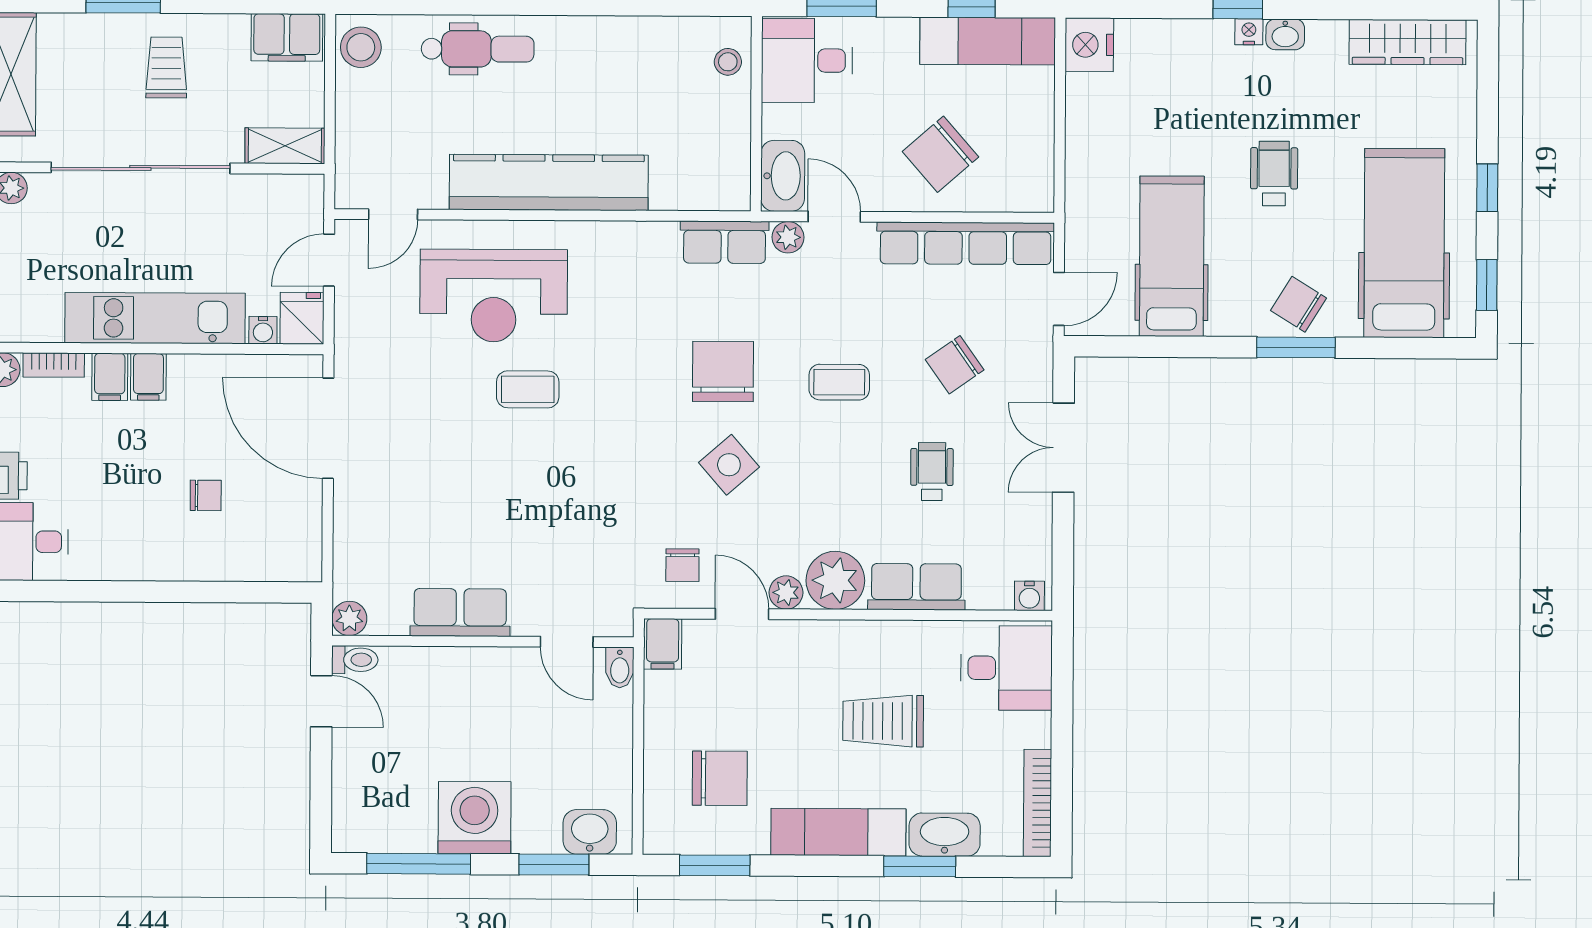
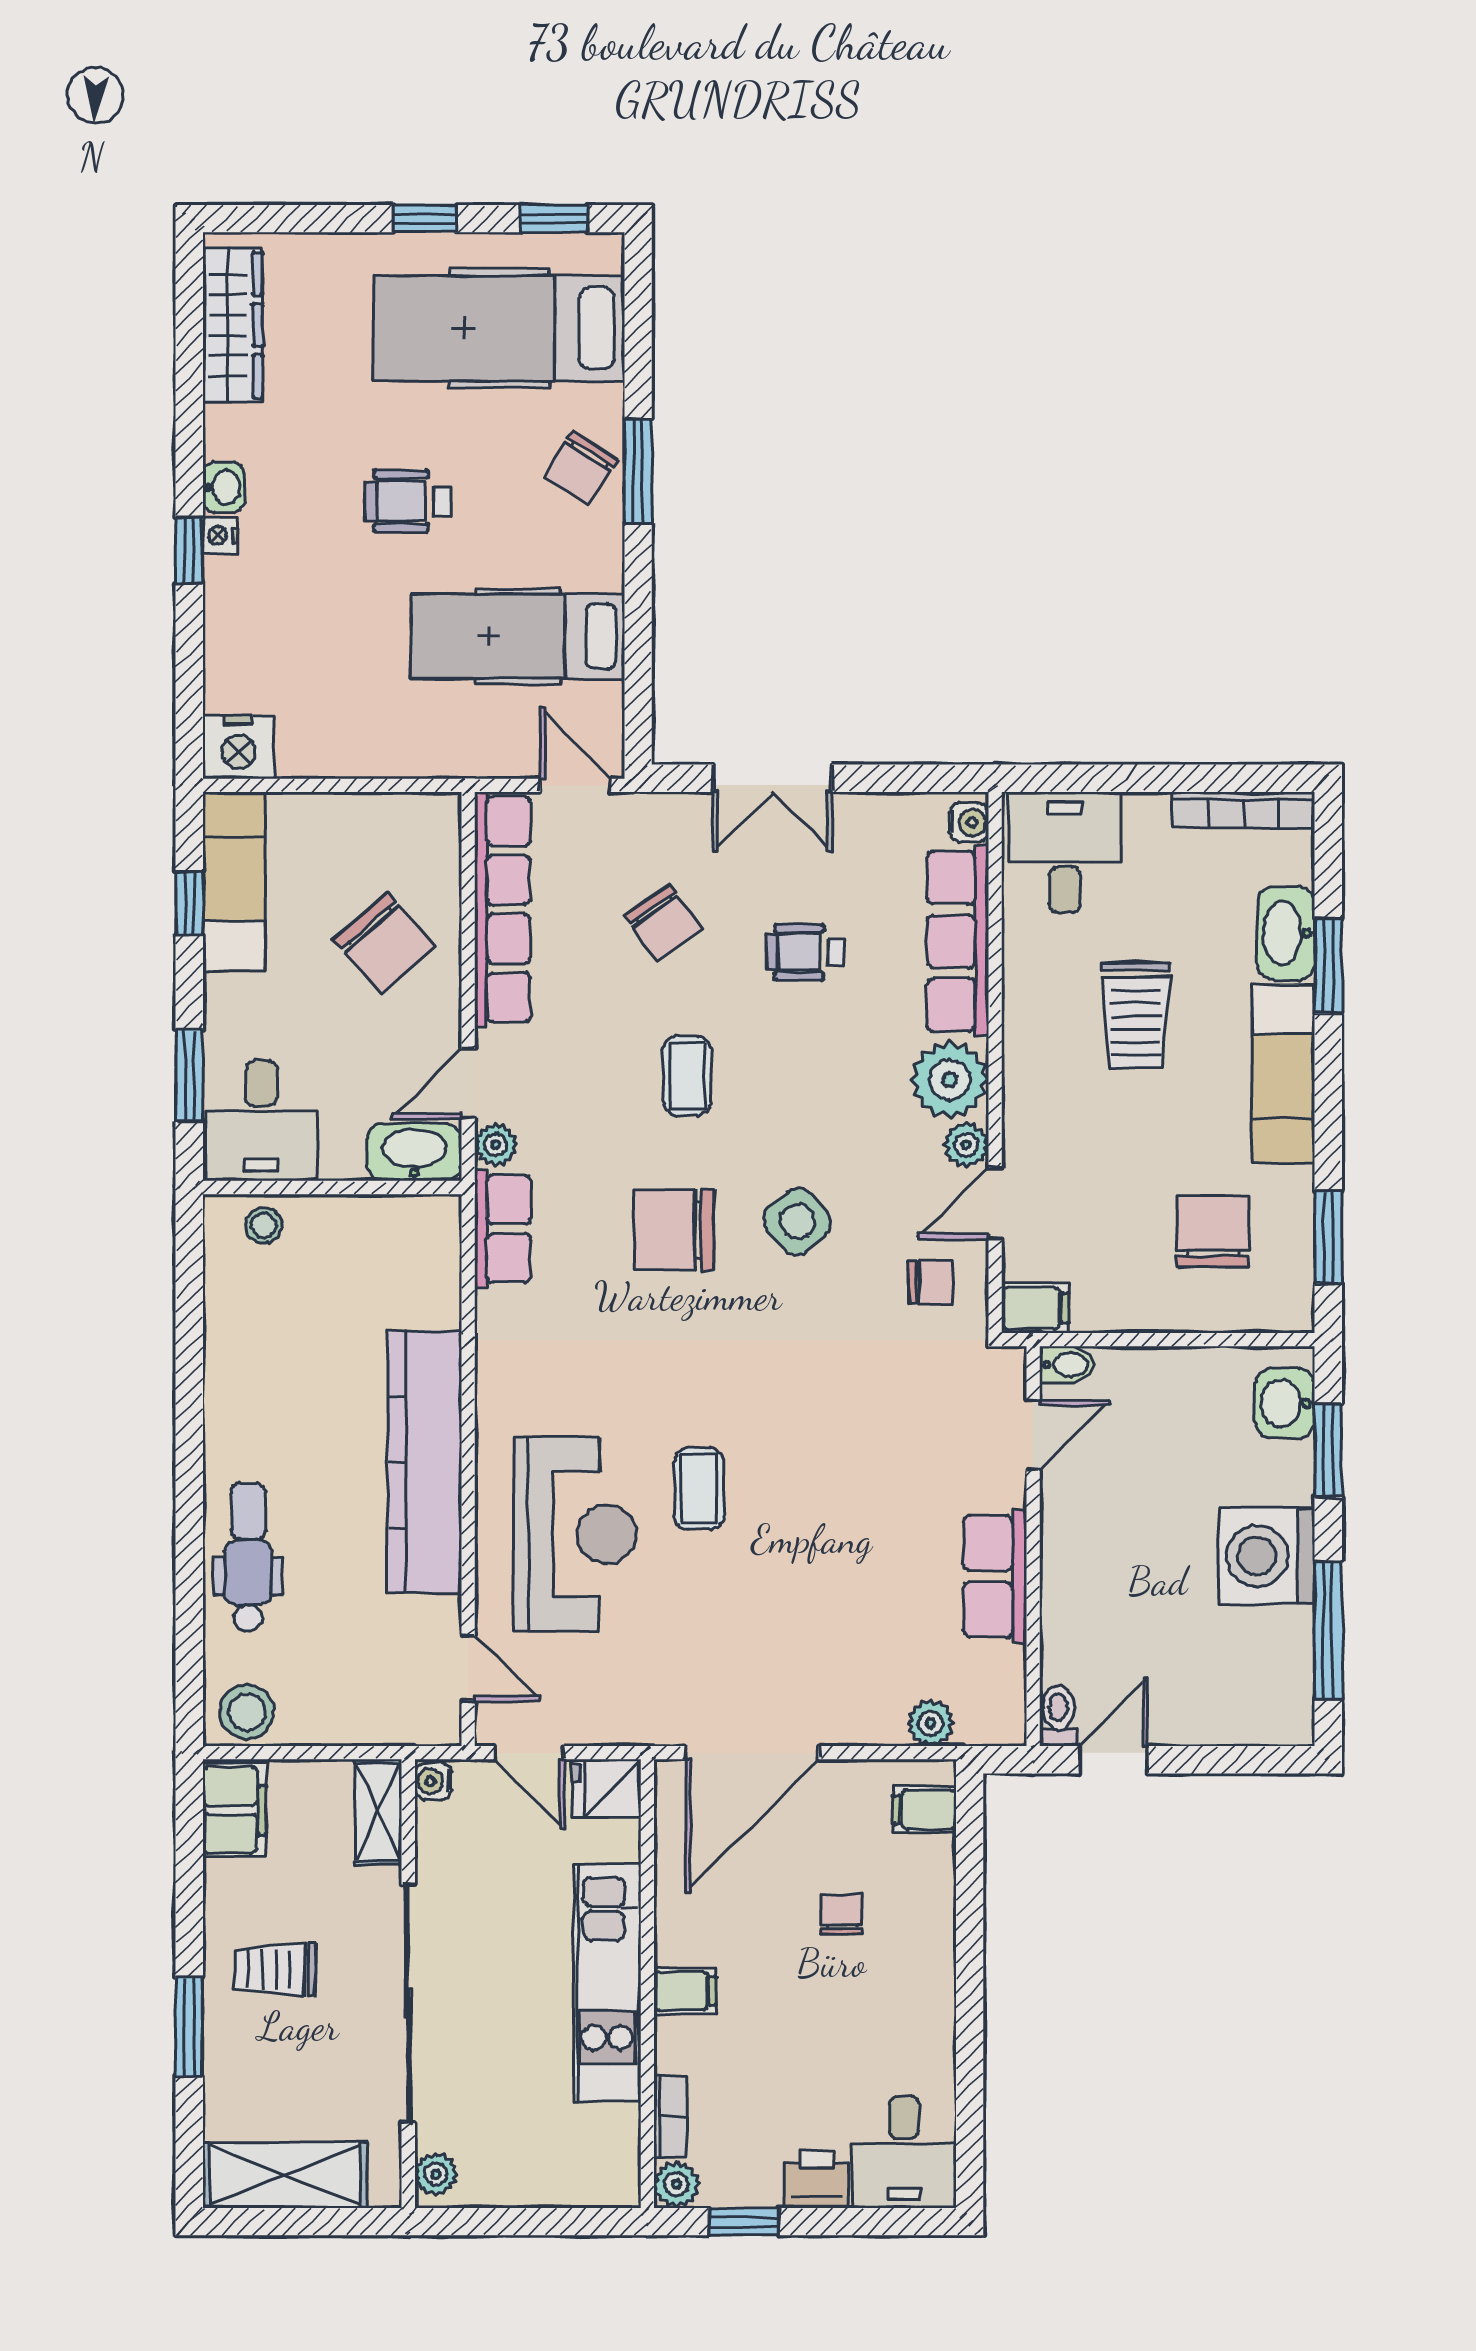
water cooler: (263, 330) -> (433, 1781), moved, turned 180
filing cabinet: (110, 377) -> (925, 1809), moved, turned 180
row of seats: (916, 587) -> (958, 941), width x1.48
plant: (349, 618) -> (931, 1723), moved

